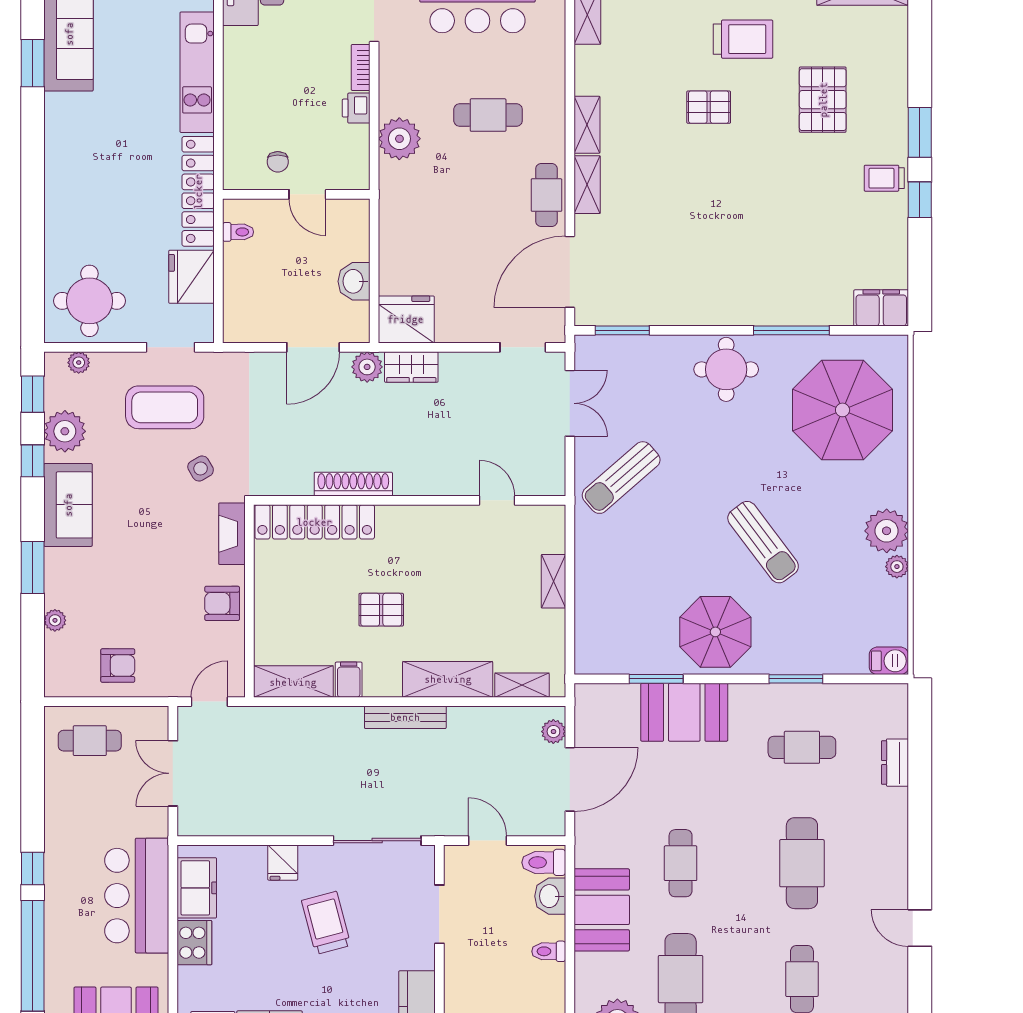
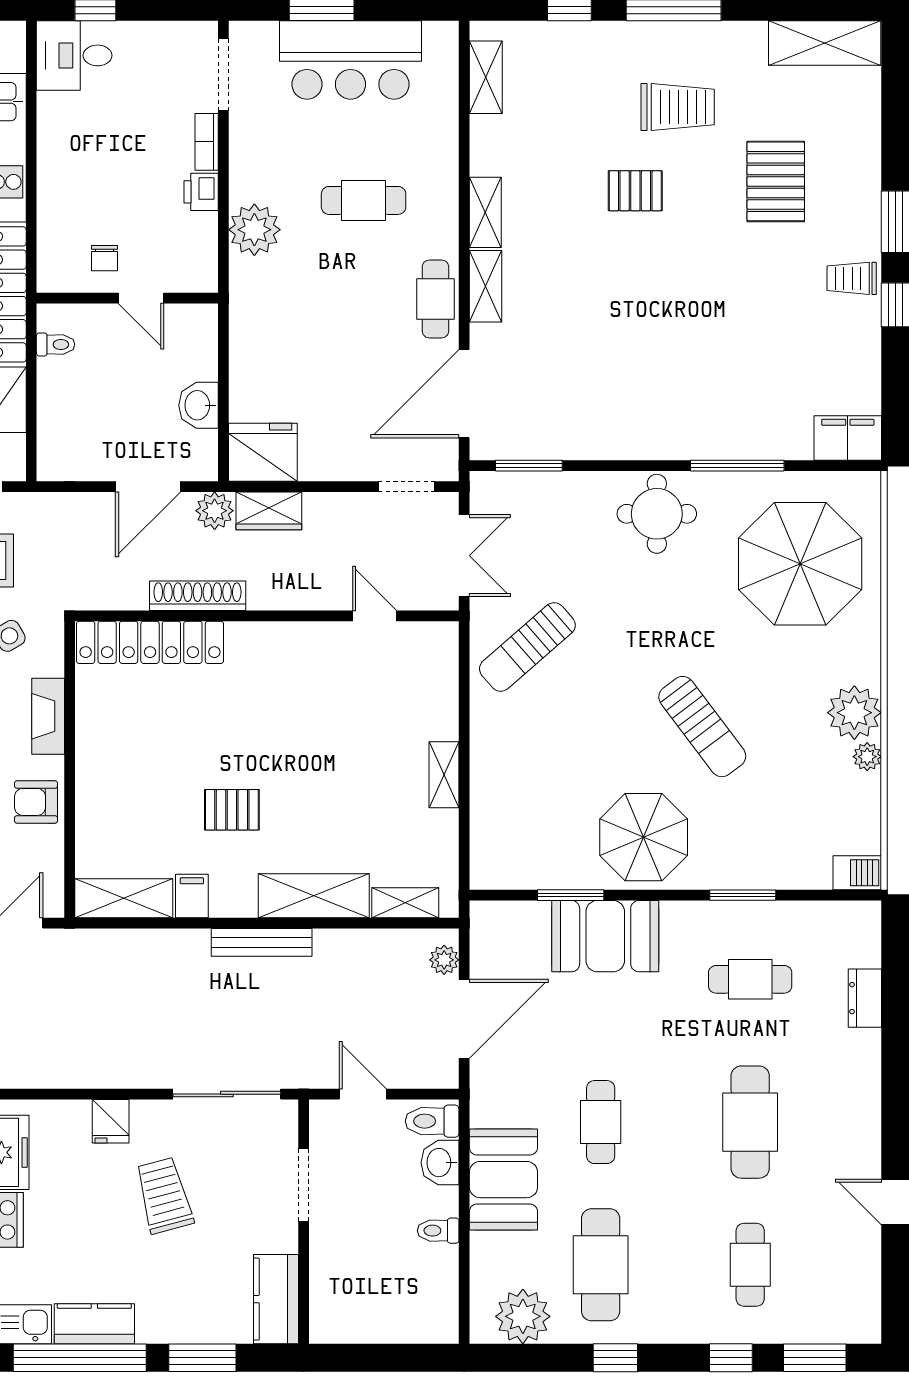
shoe rack: (353, 484) -> (198, 596), moved
wall: (410, 500) -> (267, 616), moved
door: (497, 500) -> (375, 616), moved
locker: (315, 522) -> (150, 642), moved

